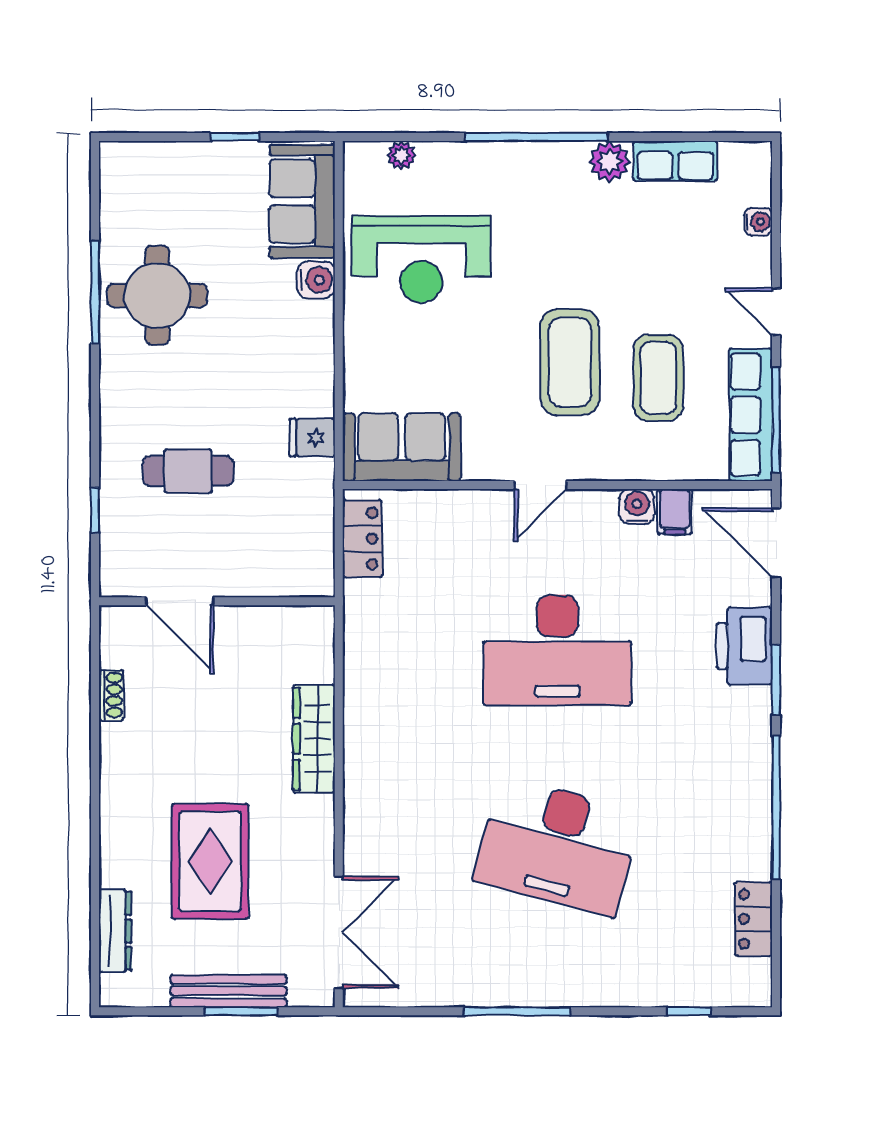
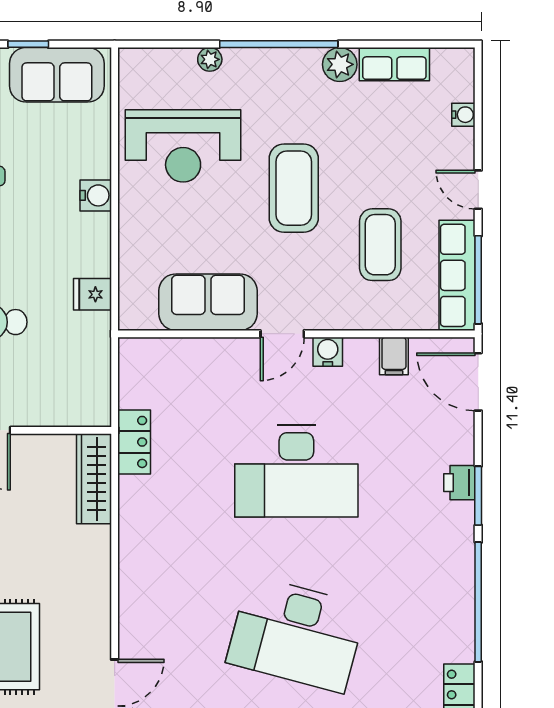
plant: (401, 155) -> (210, 59), moved
sofa: (302, 201) -> (57, 75), moved, turned -90
water cooler: (316, 280) -> (96, 195), moved
coffee table: (570, 362) -> (294, 188), moved
sofa: (402, 447) -> (208, 302), moved
water cooler: (637, 507) -> (328, 352), moved
locker: (362, 539) -> (134, 442), moved
printer: (744, 646) -> (459, 483), width x0.53, depth x0.68
wardrobe: (314, 739) -> (94, 479), moved

